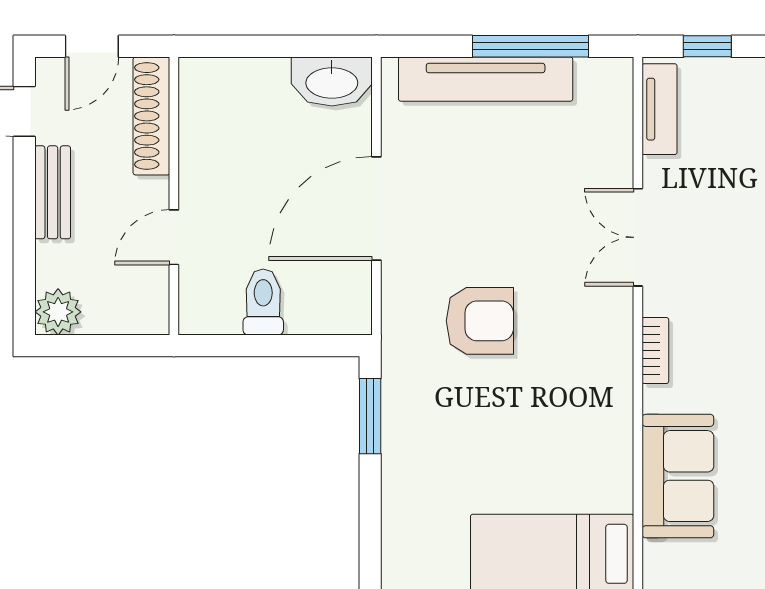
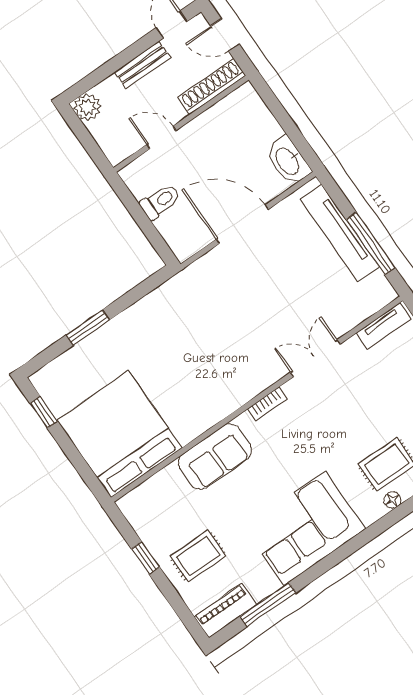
armchair: (480, 321) -> (223, 311), removed
window: (370, 416) -> (88, 328), moved

